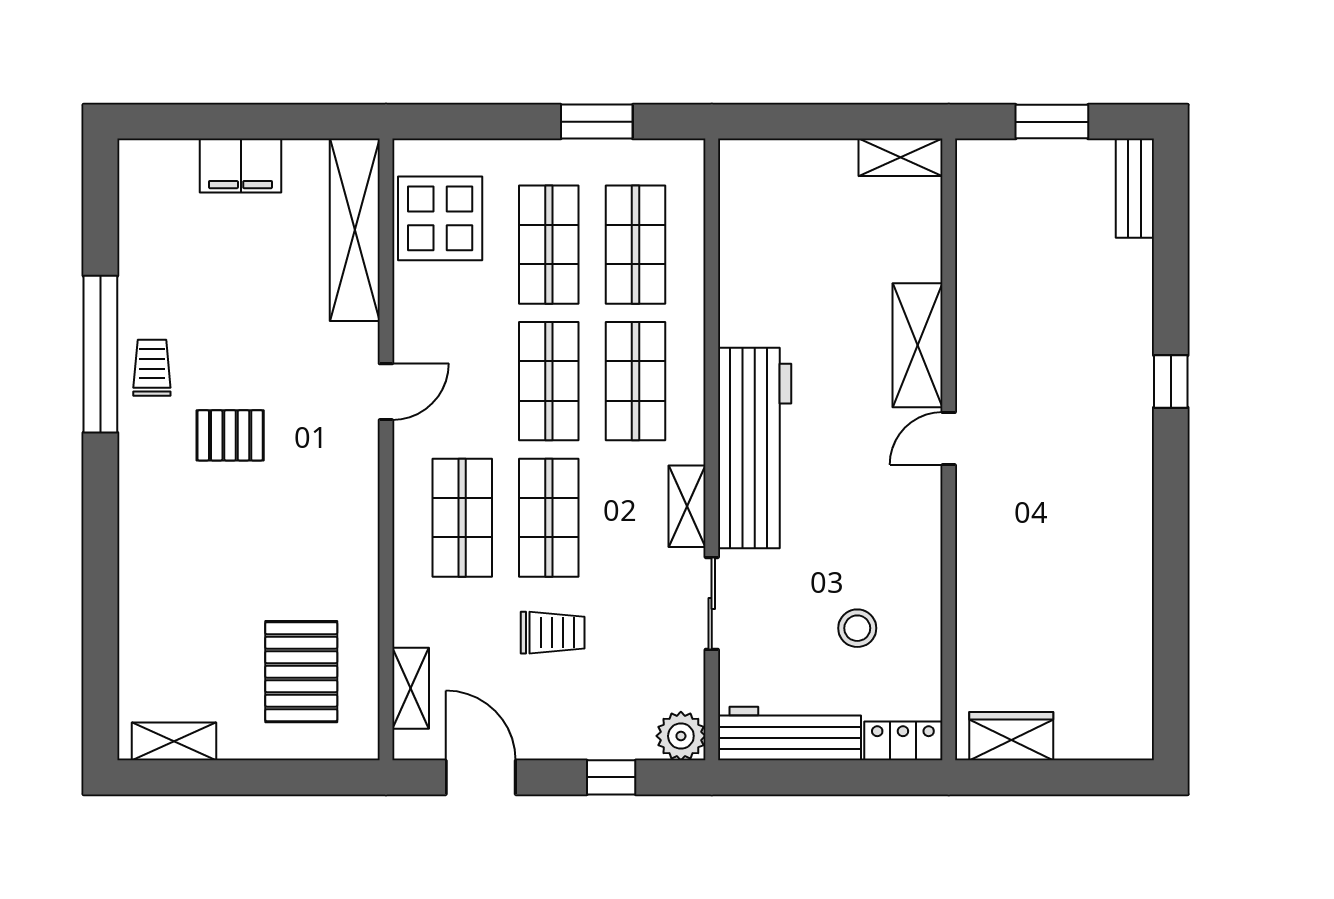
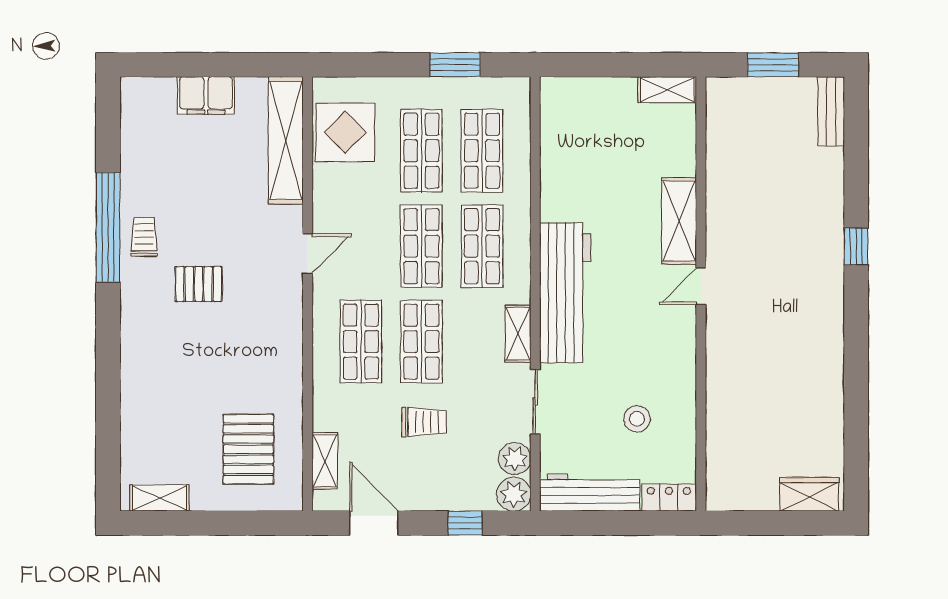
plant: (682, 685) -> (515, 459), added
wardrobe: (1011, 736) -> (809, 494), moved

